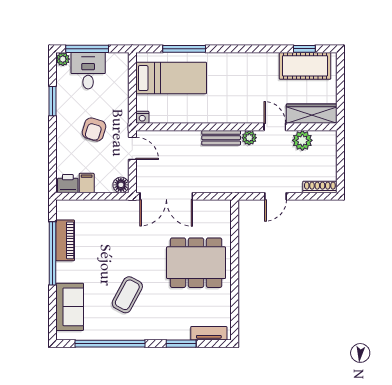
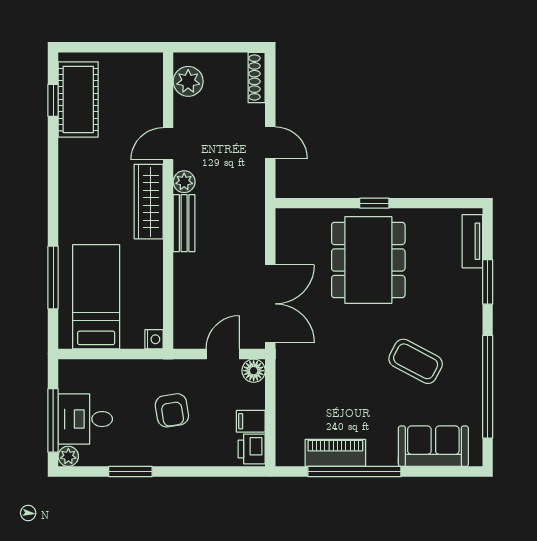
wardrobe: (312, 114) -> (149, 202), moved
armchair: (94, 129) -> (172, 410), turned 64
plant: (302, 140) -> (188, 81), moved
door: (132, 148) -> (223, 354), moved
window: (235, 267) -> (374, 203), added

